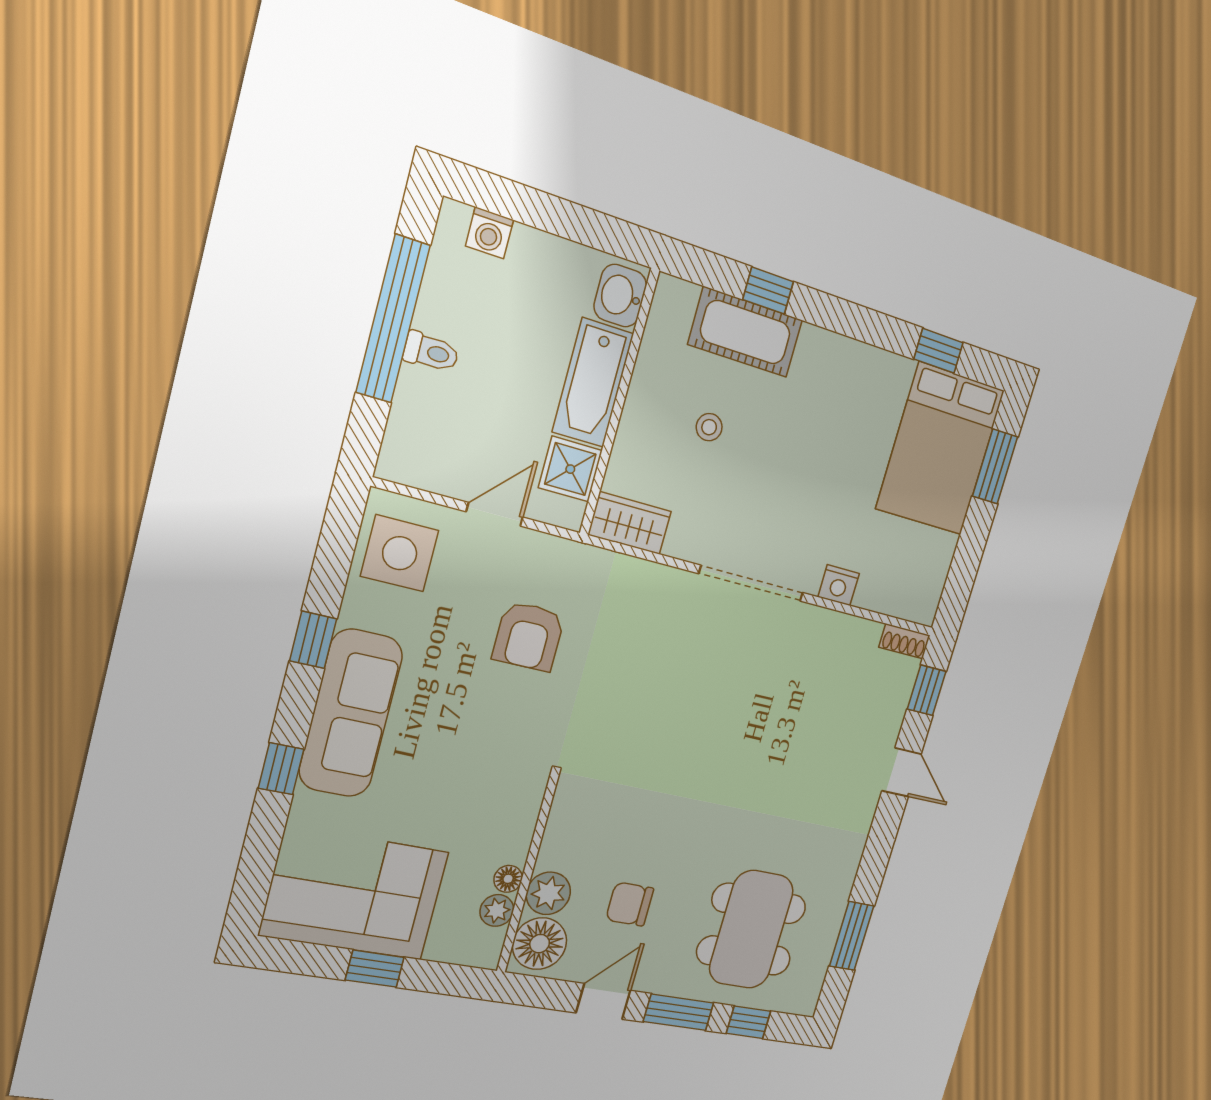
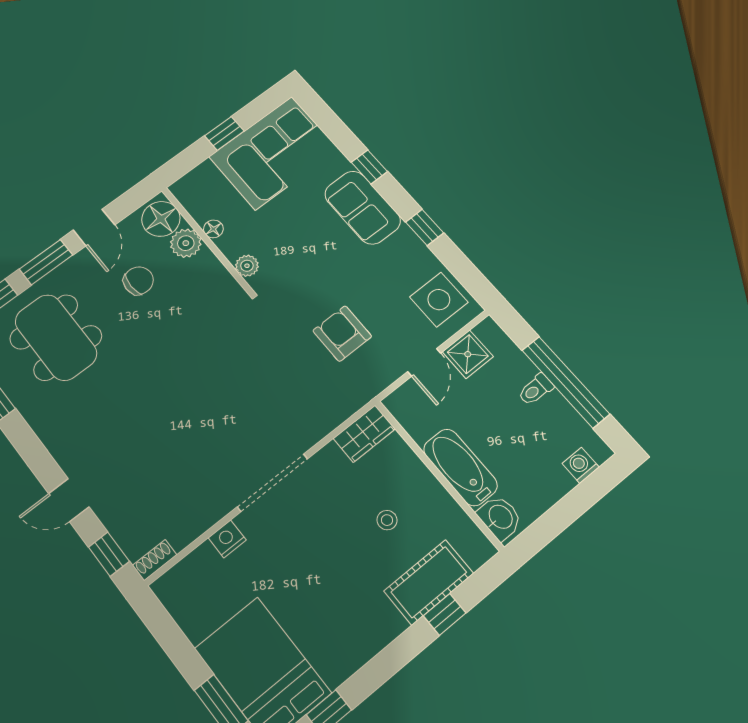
shower: (570, 469) -> (468, 354), moved
sofa: (351, 713) -> (363, 207), width x0.73
plant: (497, 910) -> (247, 266), moved

